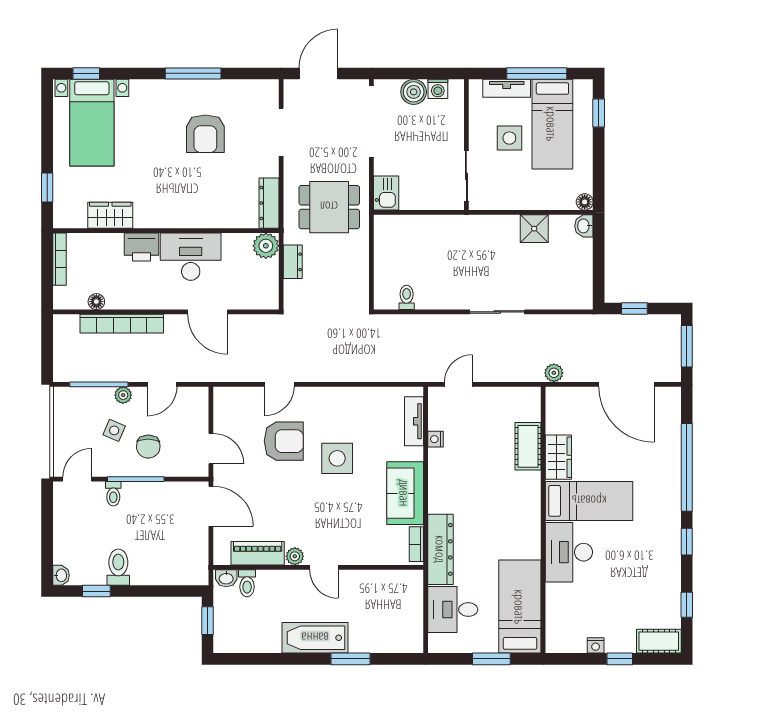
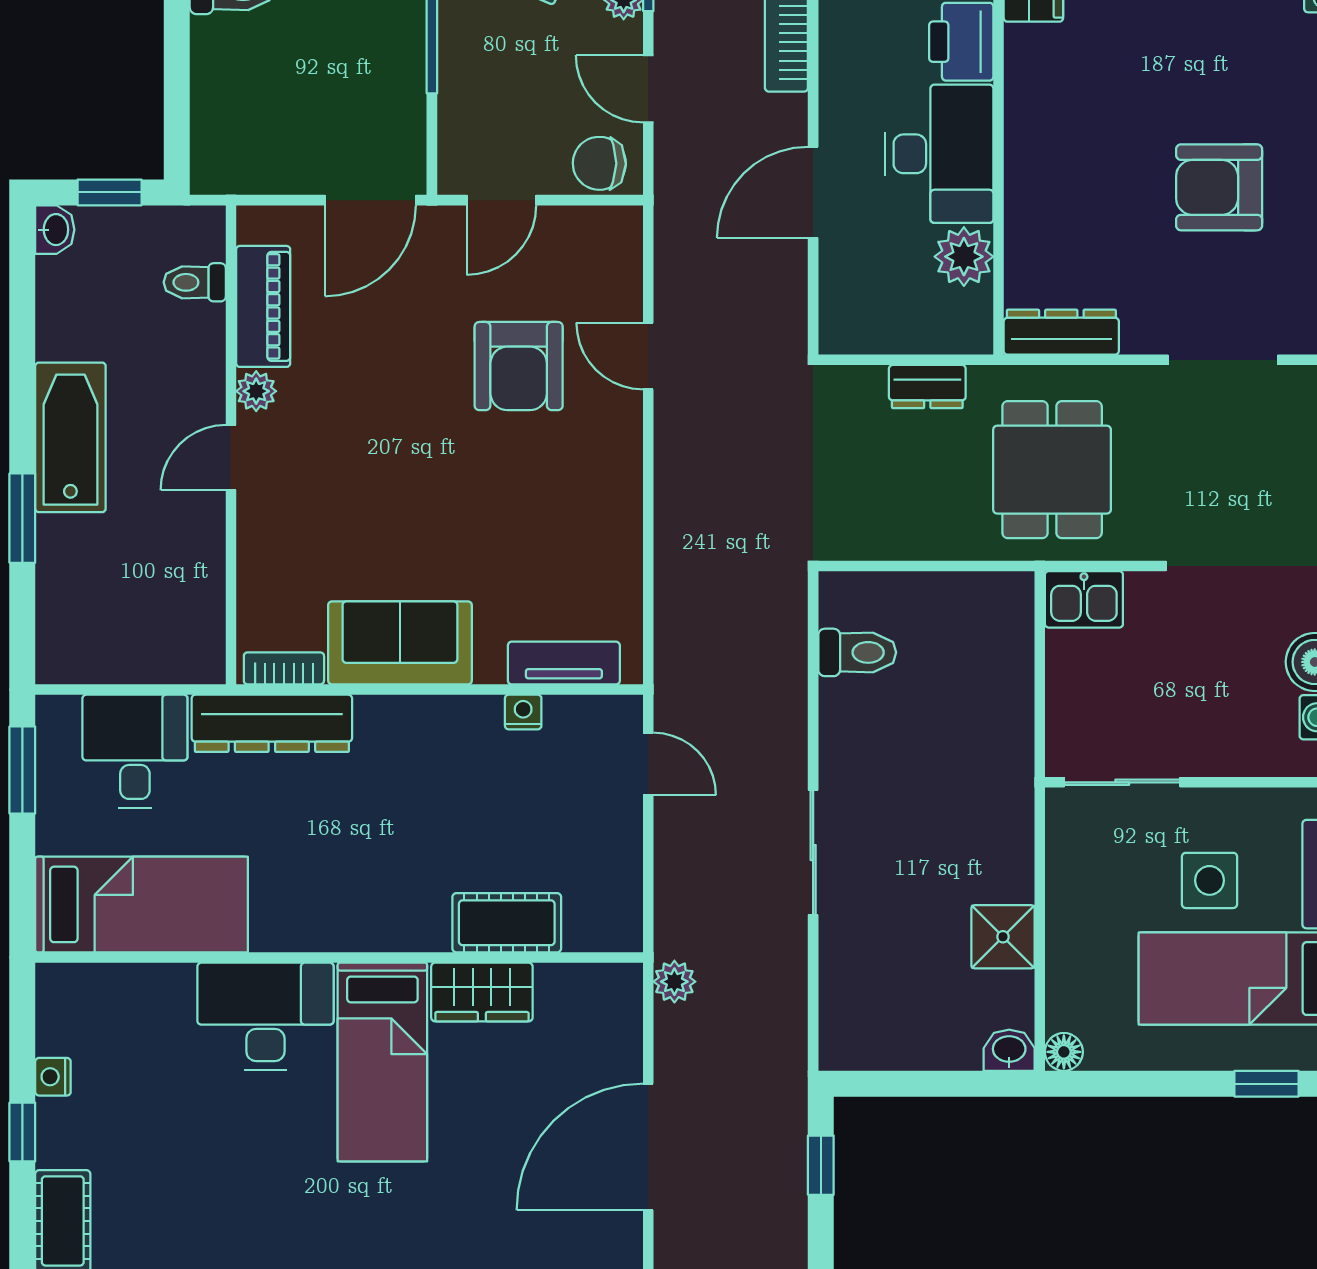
plant: (266, 246) -> (964, 257), moved
toilet: (407, 297) -> (857, 652), width x1.37, depth x1.39
chair: (148, 447) -> (599, 163), moved
side table: (337, 458) -> (479, 488), removed
washbasin: (226, 578) -> (55, 230), moved, turned 180
window: (491, 659) -> (22, 770), moved

